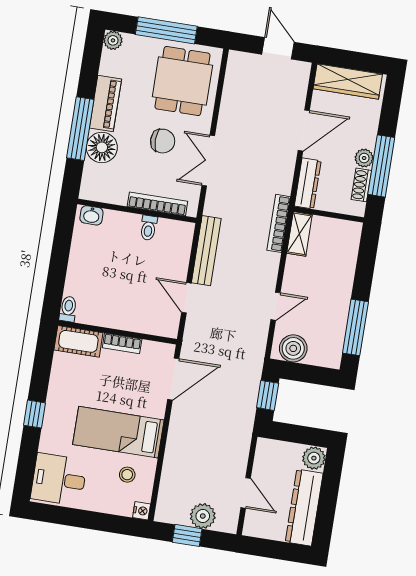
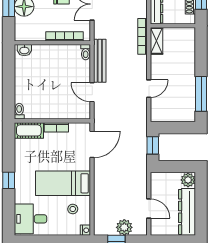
toilet: (148, 228) -> (86, 52), moved
boiler: (293, 348) -> (164, 113), removed

